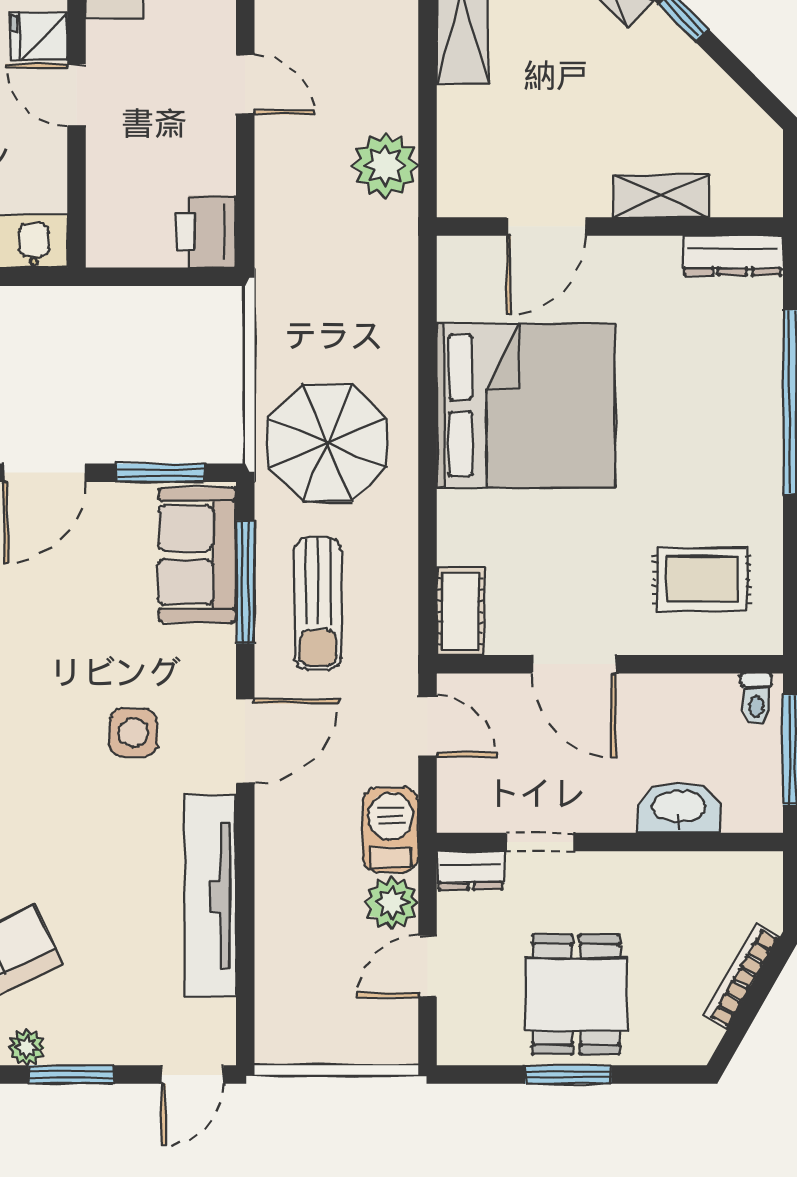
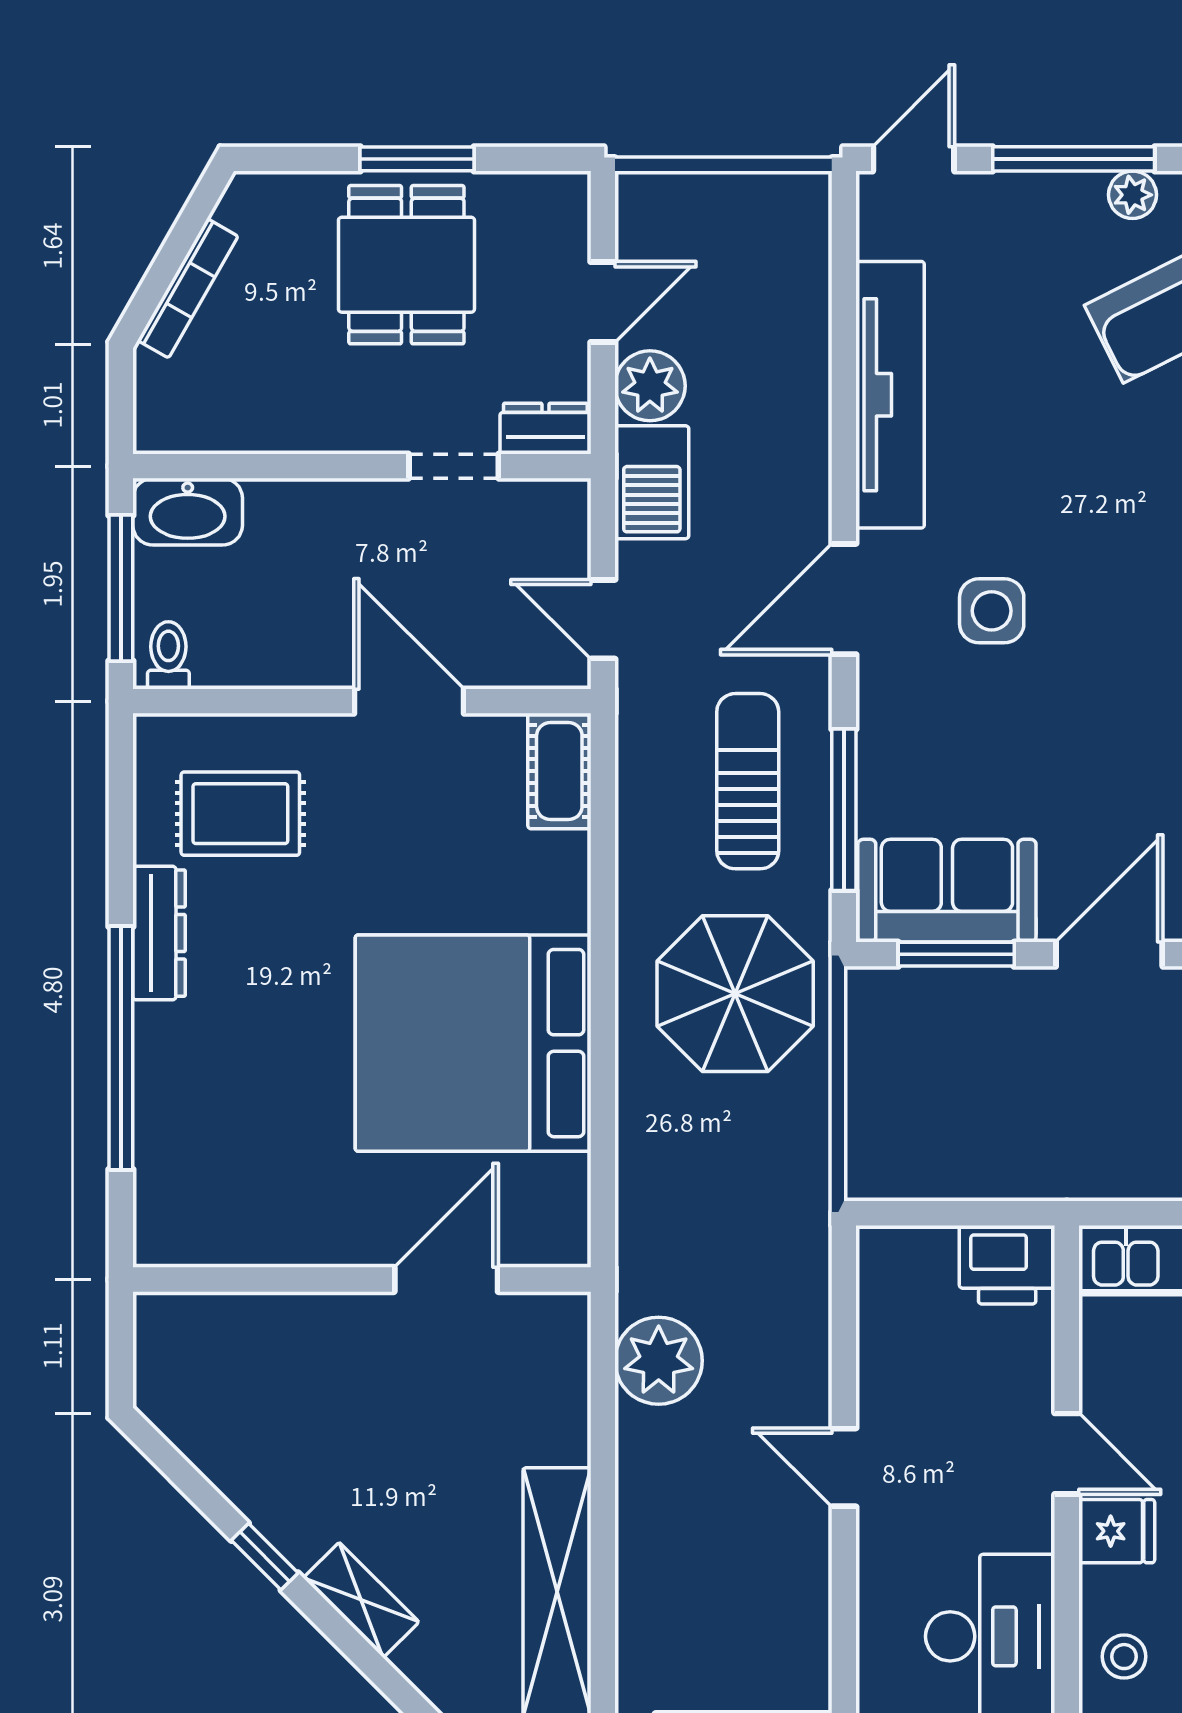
shelving: (662, 196) -> (294, 1320), removed
printer: (206, 232) -> (1007, 1265), moved, turned 90
dresser: (733, 256) -> (159, 933), moved, turned 90
sofa: (197, 555) -> (947, 891), moved, turned -90
washbasin: (679, 808) -> (188, 512), moved
window: (71, 1075) -> (1074, 159), width x1.44

